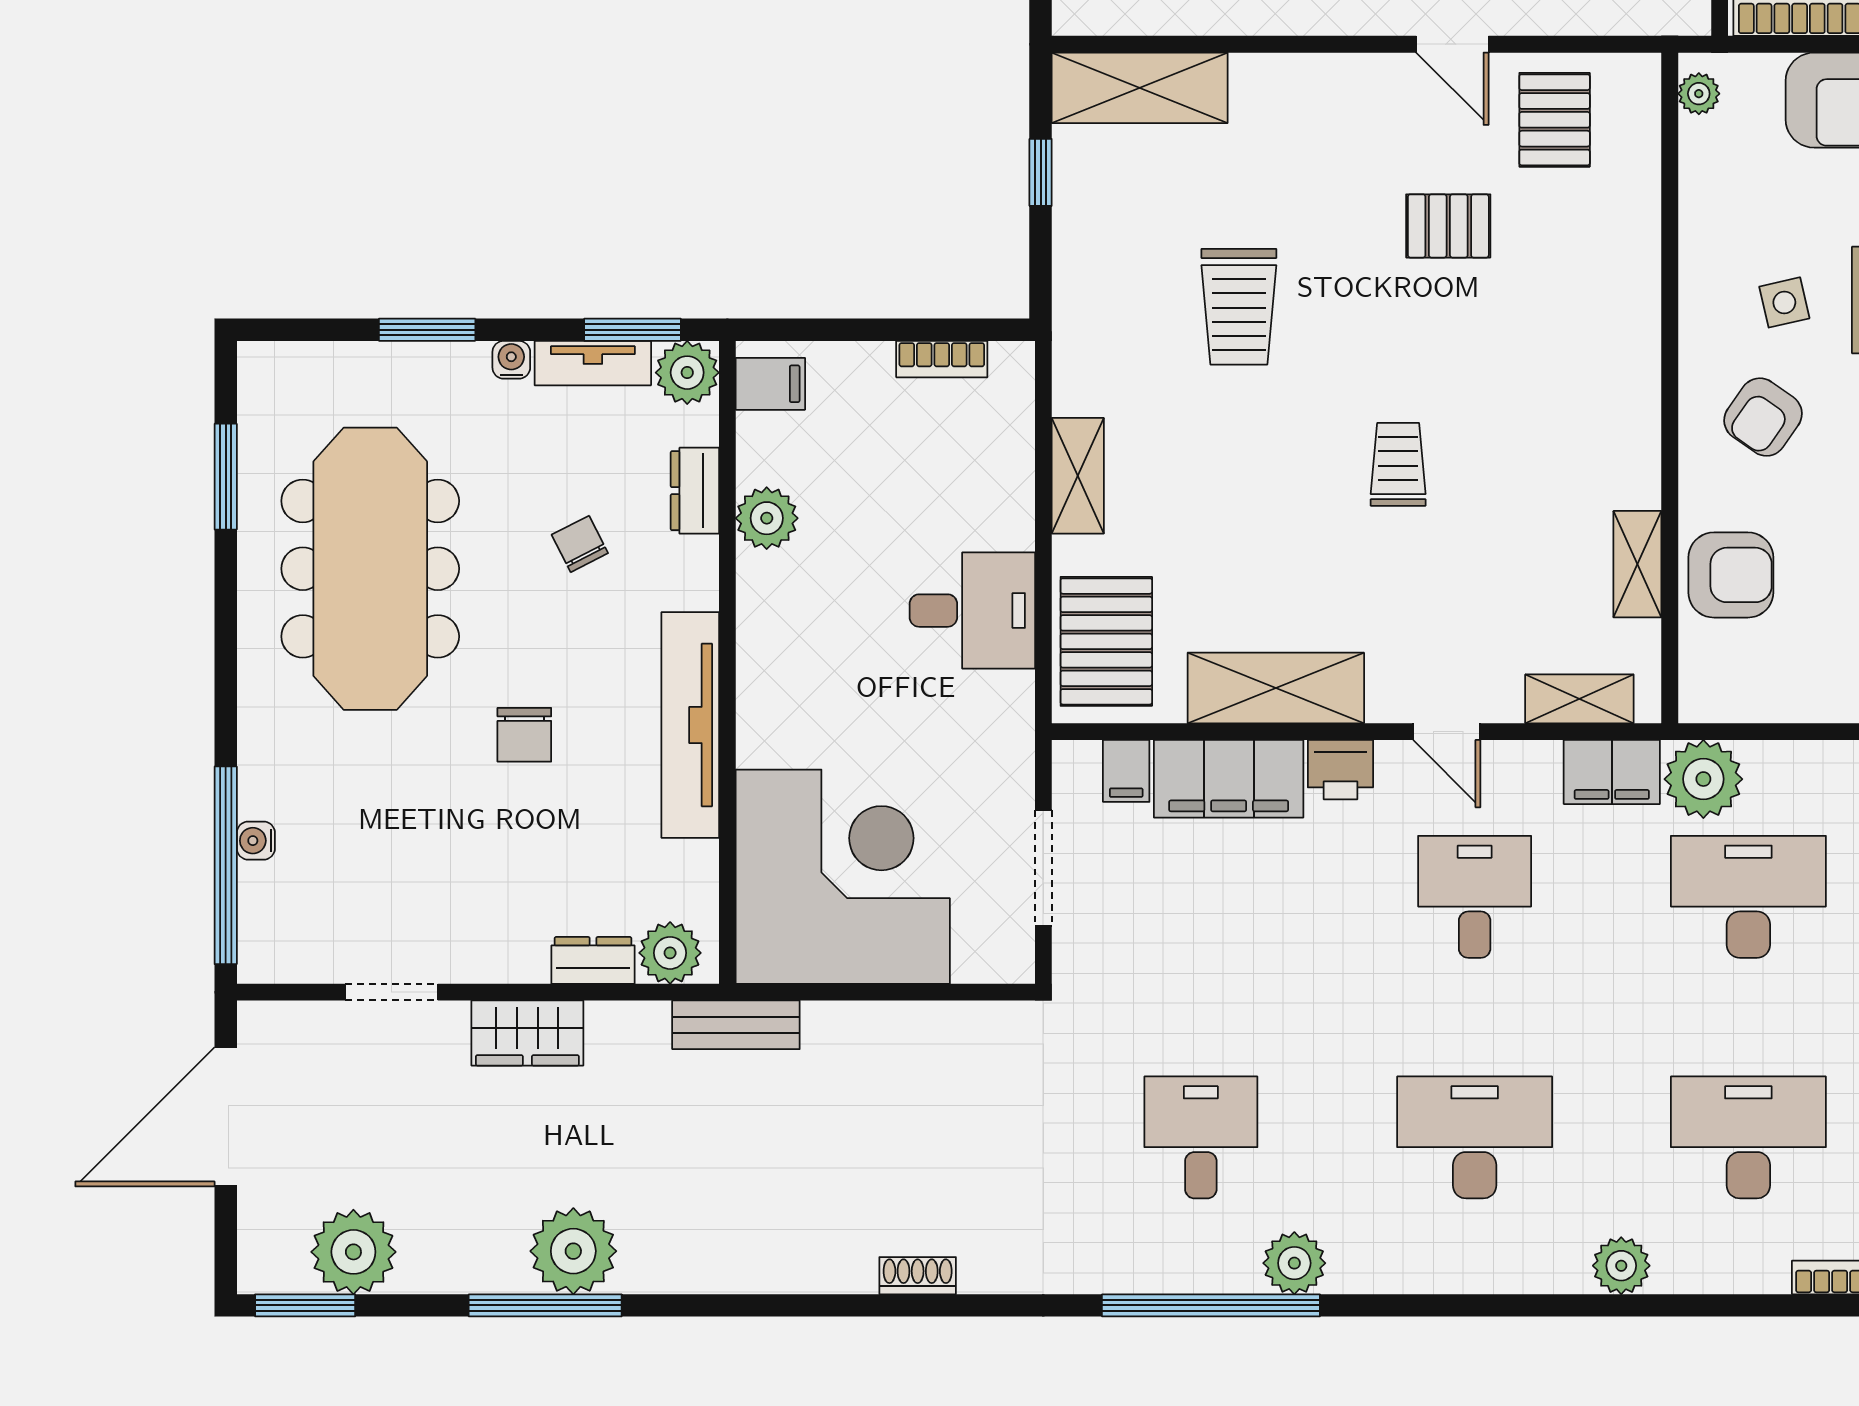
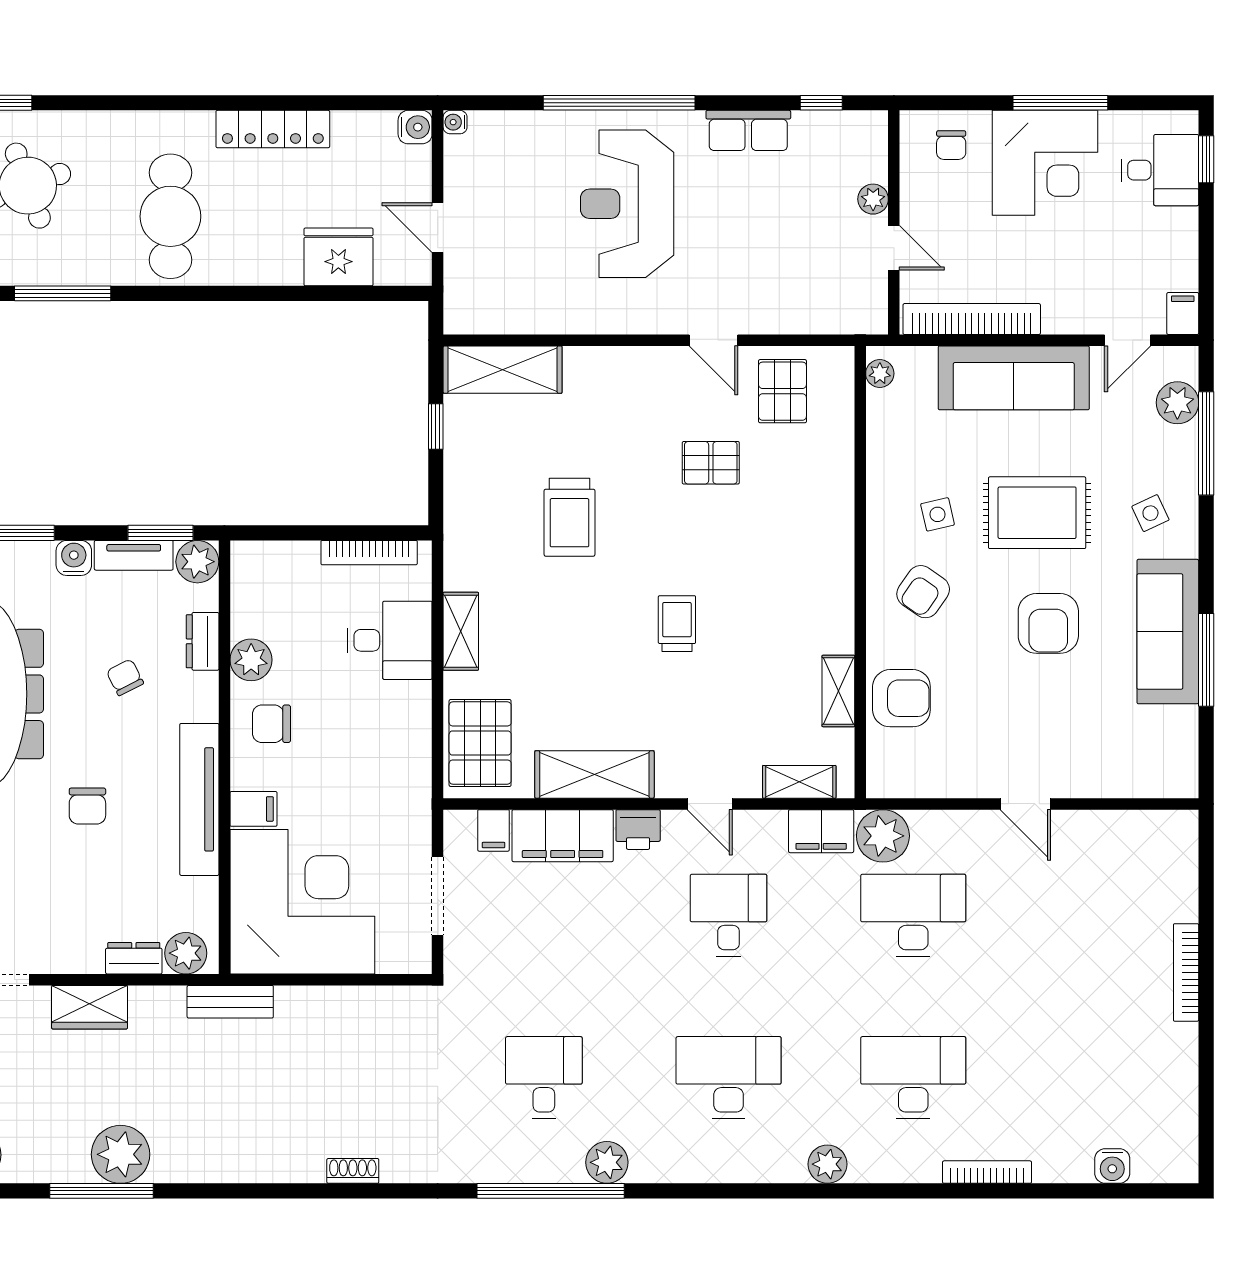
bookcase: (942, 359) -> (369, 553), width x1.56
water cooler: (511, 360) -> (74, 558), width x1.38, depth x1.38
filing cabinet: (770, 384) -> (253, 809), moved
desk: (972, 611) -> (390, 640), moved
chair: (797, 613) -> (271, 724), added

